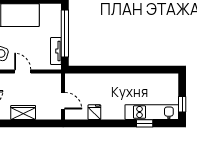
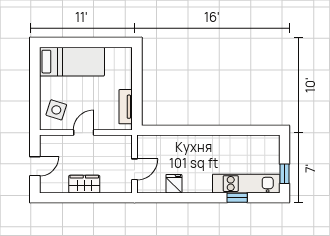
window: (65, 33) -> (137, 85), removed
door: (23, 72) -> (84, 133), hinge flipped
door: (63, 101) -> (135, 169), hinge flipped

